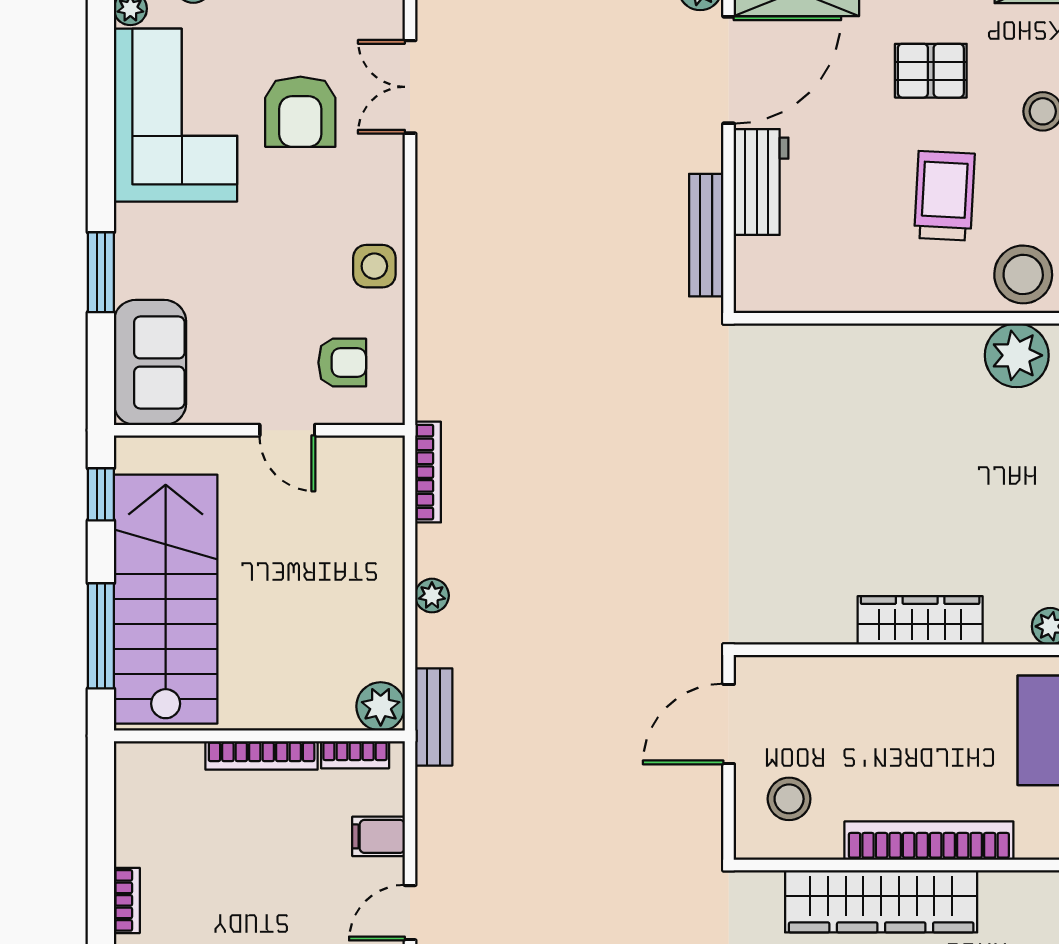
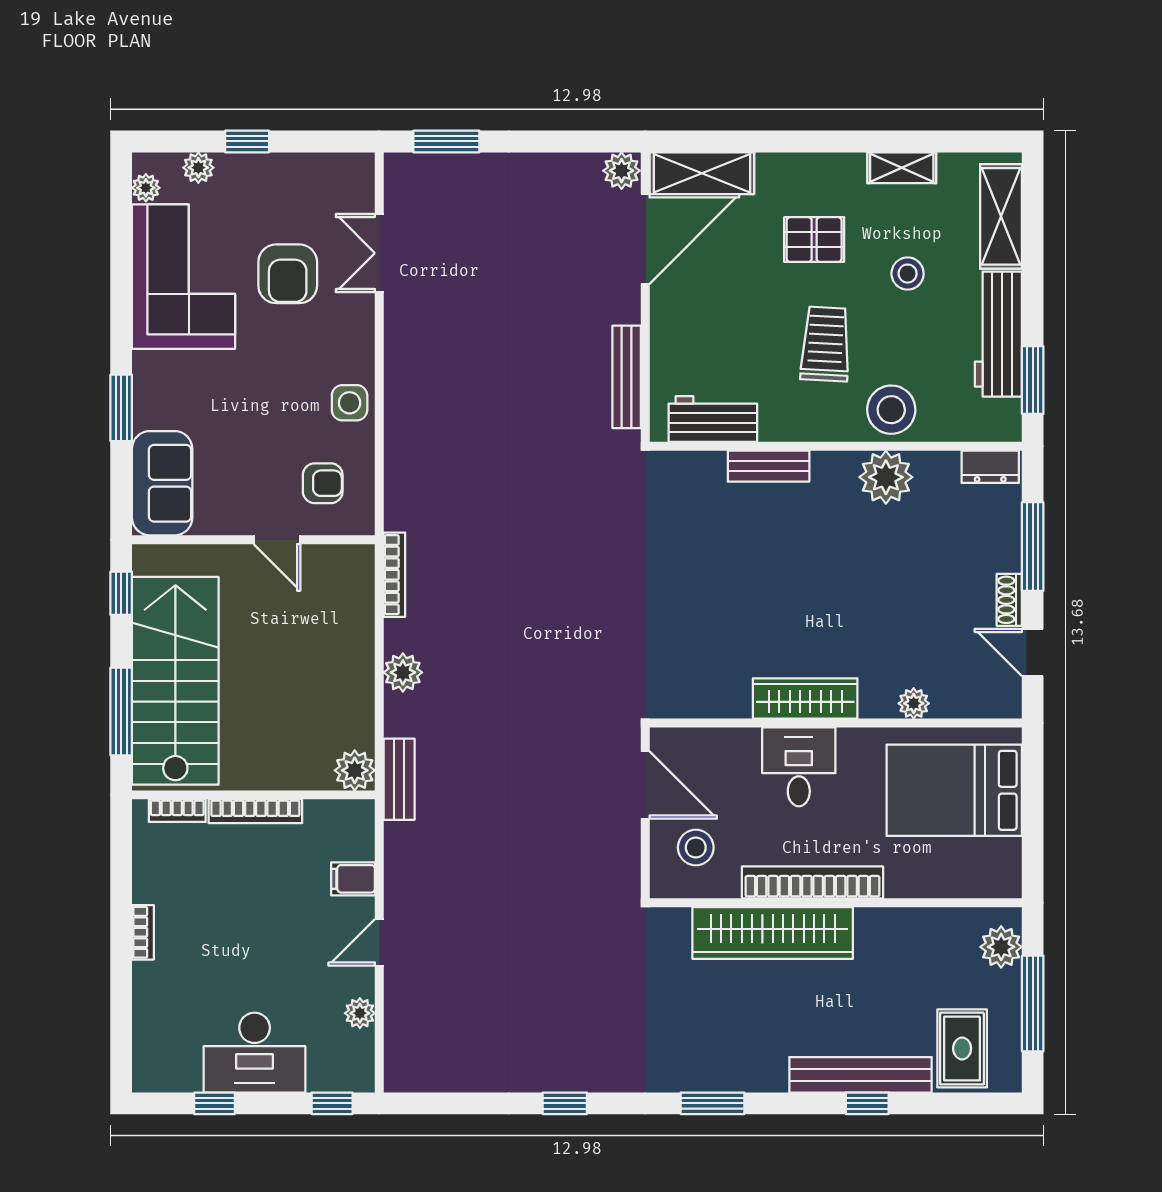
workbench: (761, 182) -> (713, 419), moved, turned -90
bench: (876, 342) -> (769, 466), added
plant: (432, 596) -> (403, 672), width x1.38, depth x1.38
desk: (912, 702) -> (799, 767), added
door: (729, 724) -> (645, 785), swing flipped
bookcase: (355, 755) -> (177, 811), moved

